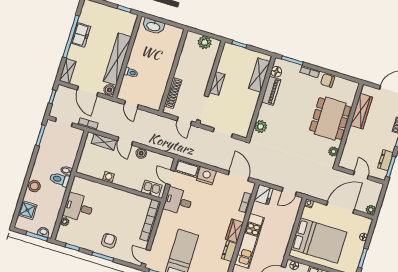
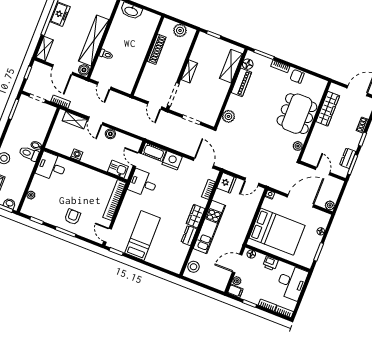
shoe rack: (173, 93) -> (157, 49), moved
desk: (79, 207) -> (51, 167), moved

